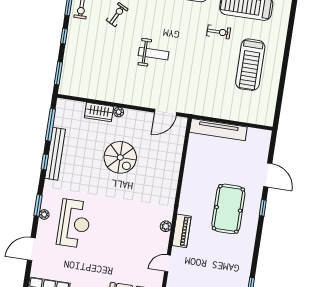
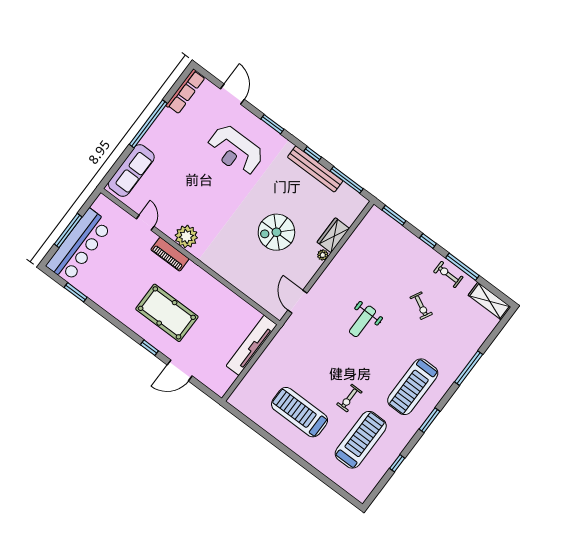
plant: (44, 215) -> (260, 125), removed
plant: (166, 226) -> (186, 236), width x1.88, depth x1.88

